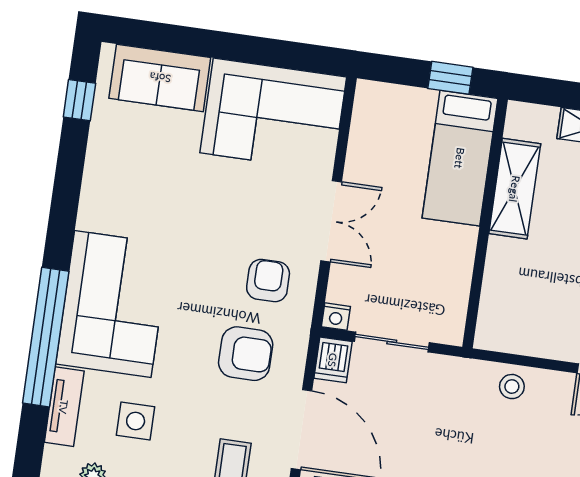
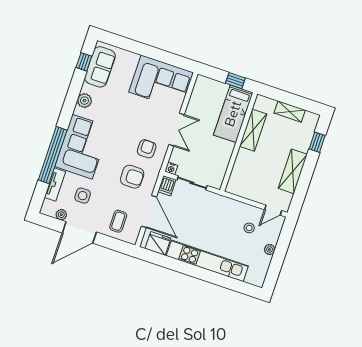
sofa: (160, 78) -> (100, 67), moved, turned -90
plant: (98, 193) -> (84, 101), added
stool: (512, 387) -> (249, 228), moved

